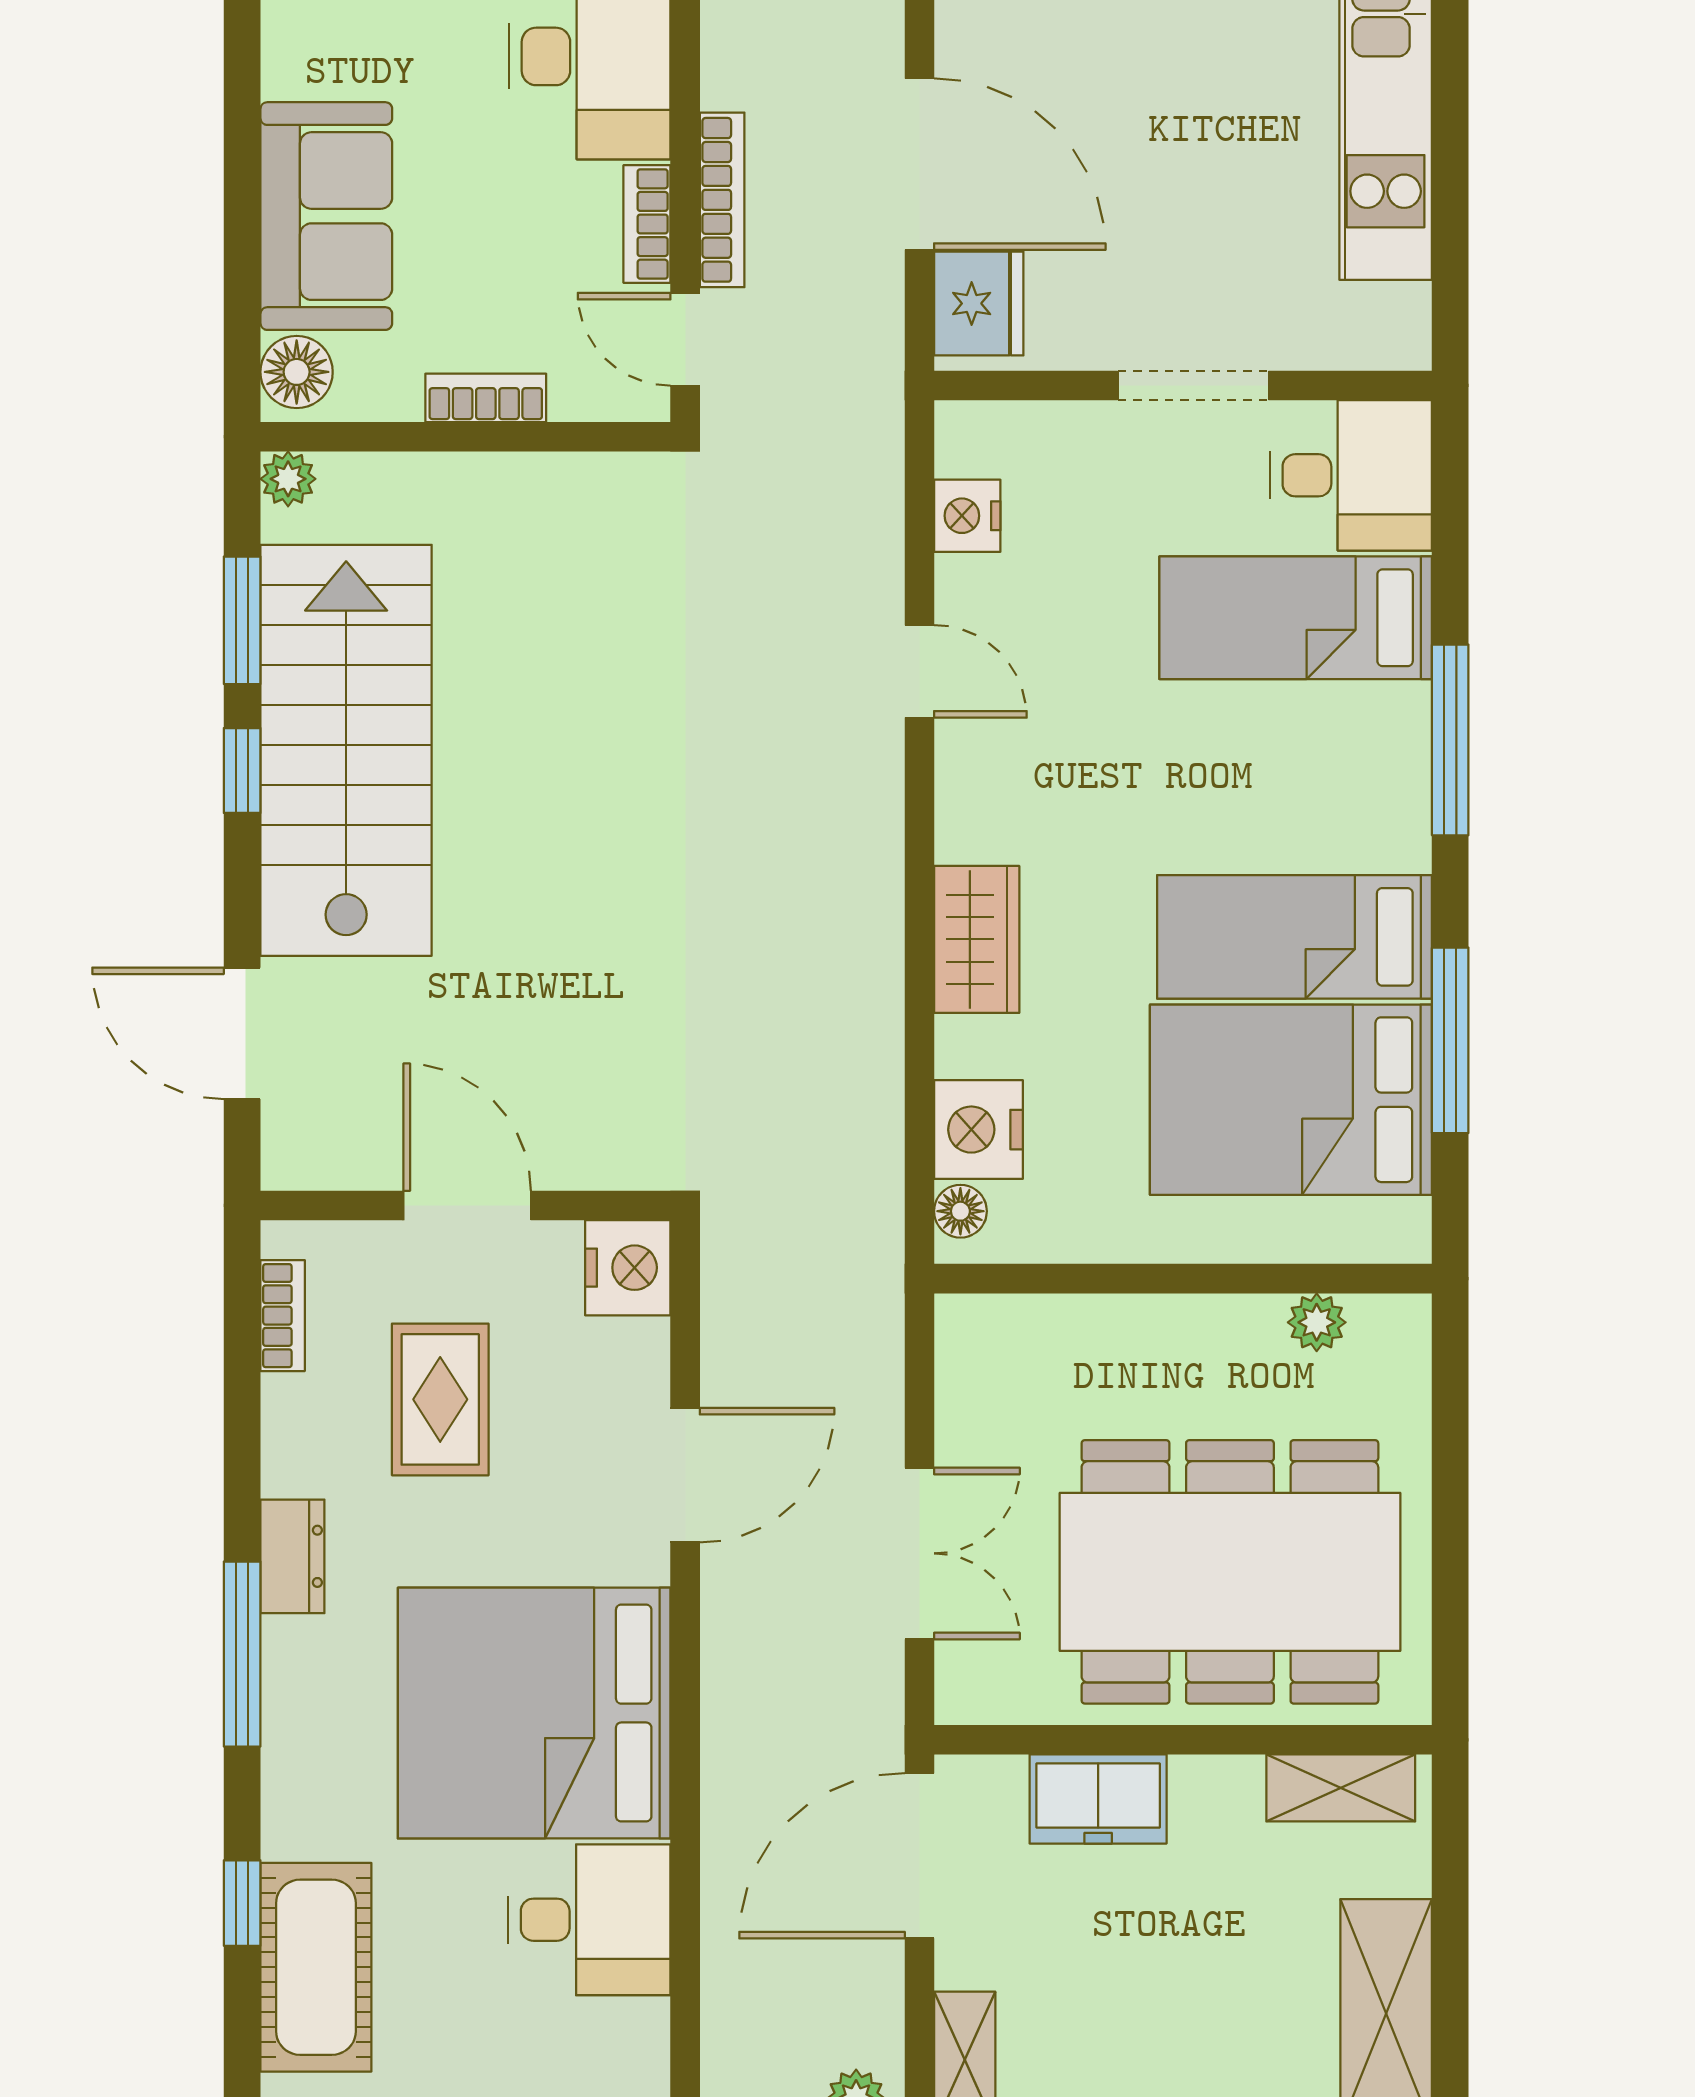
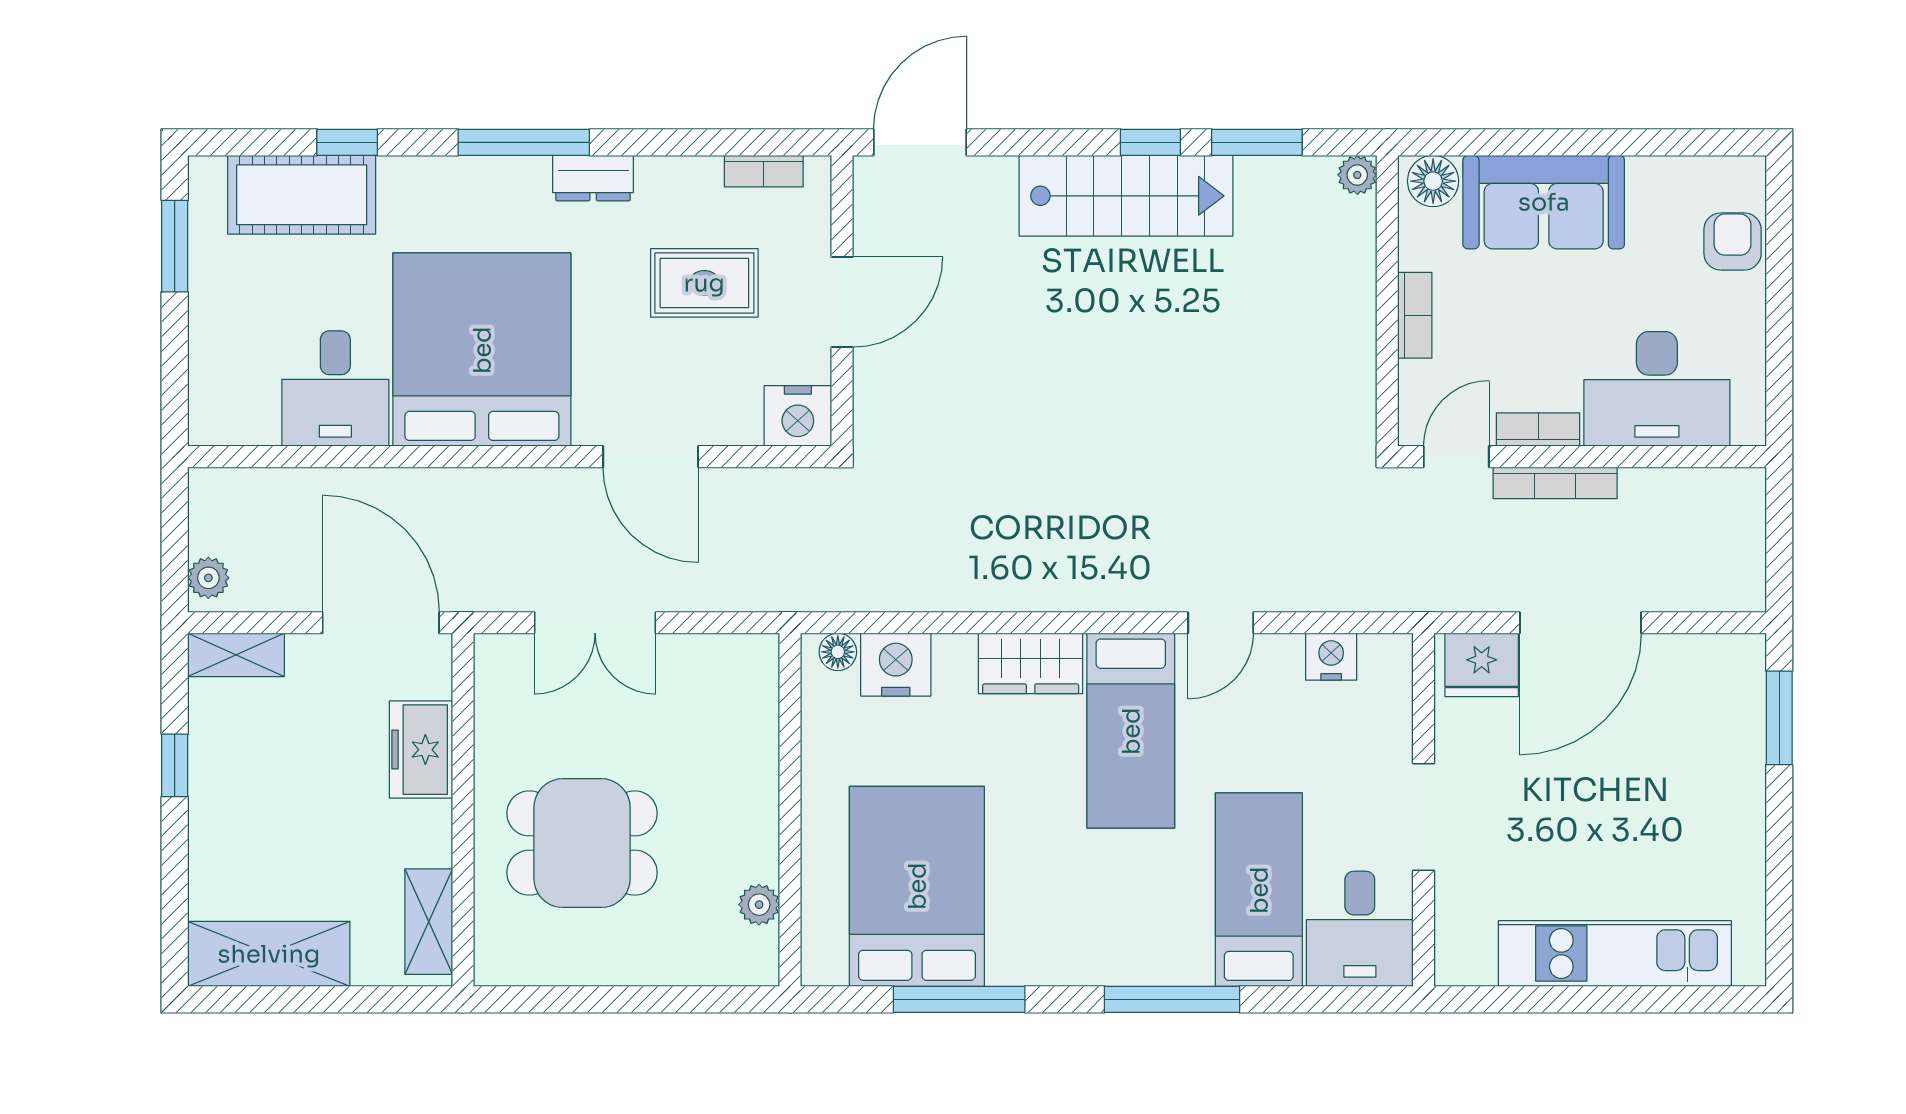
stairs: (346, 750) -> (1126, 196), width x0.73, depth x0.66
bed: (1295, 937) -> (1131, 731), moved, turned 180
door: (242, 1033) -> (920, 142), moved
dining table: (1230, 1572) -> (582, 843), width x0.53, depth x0.80

